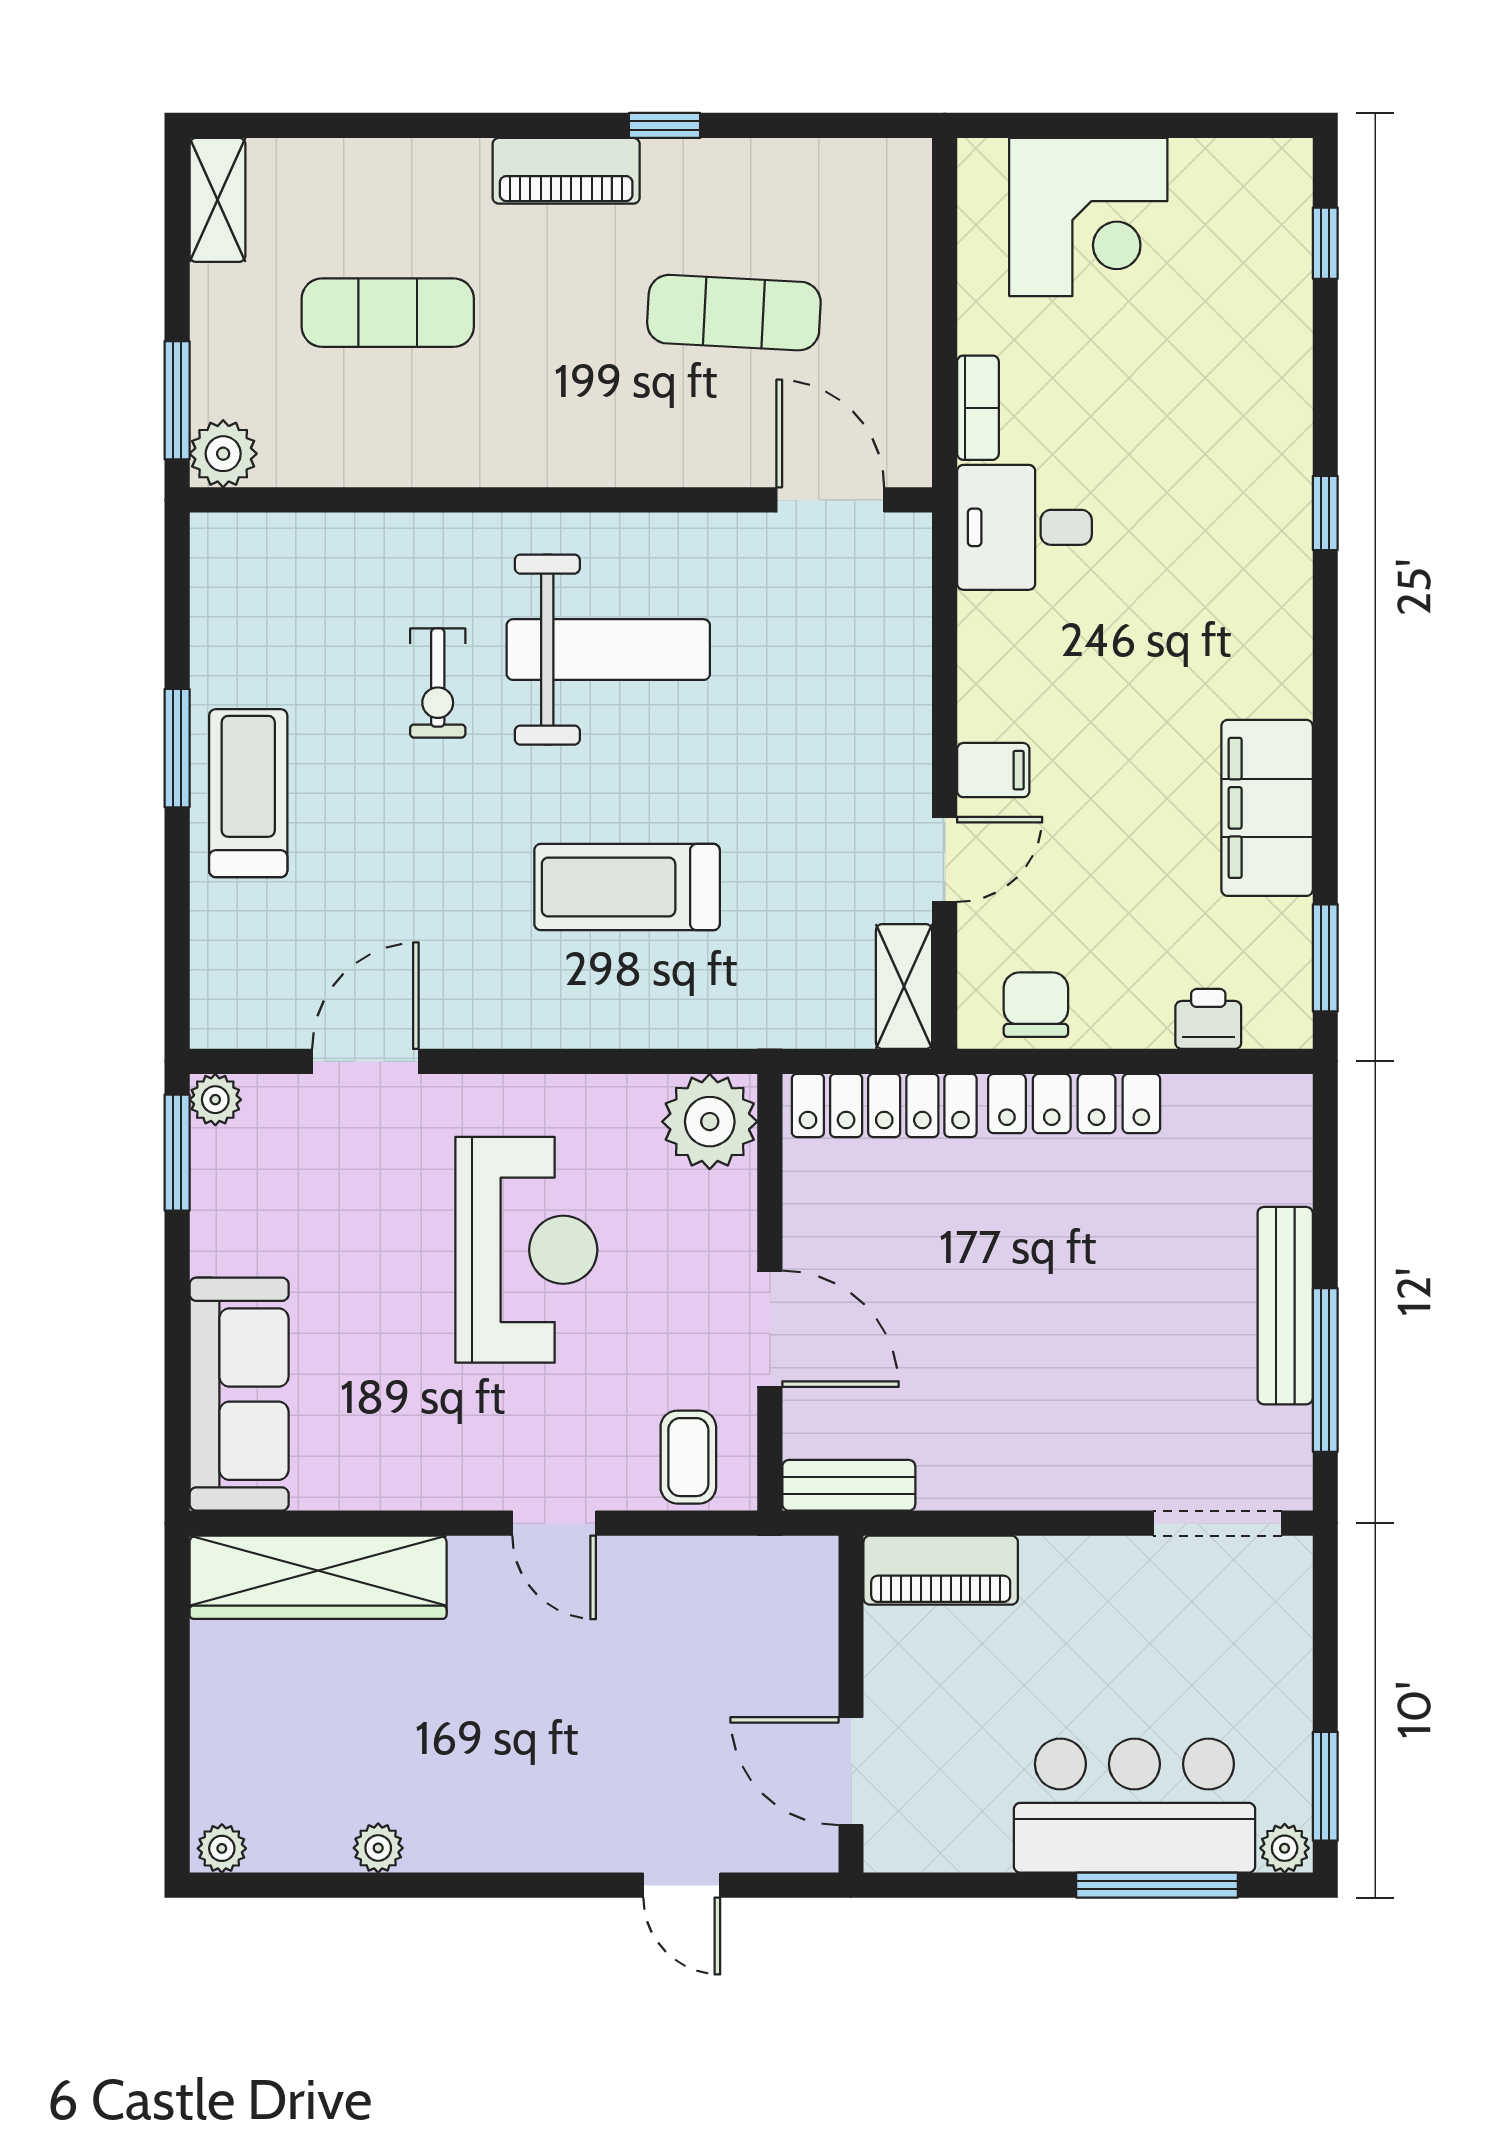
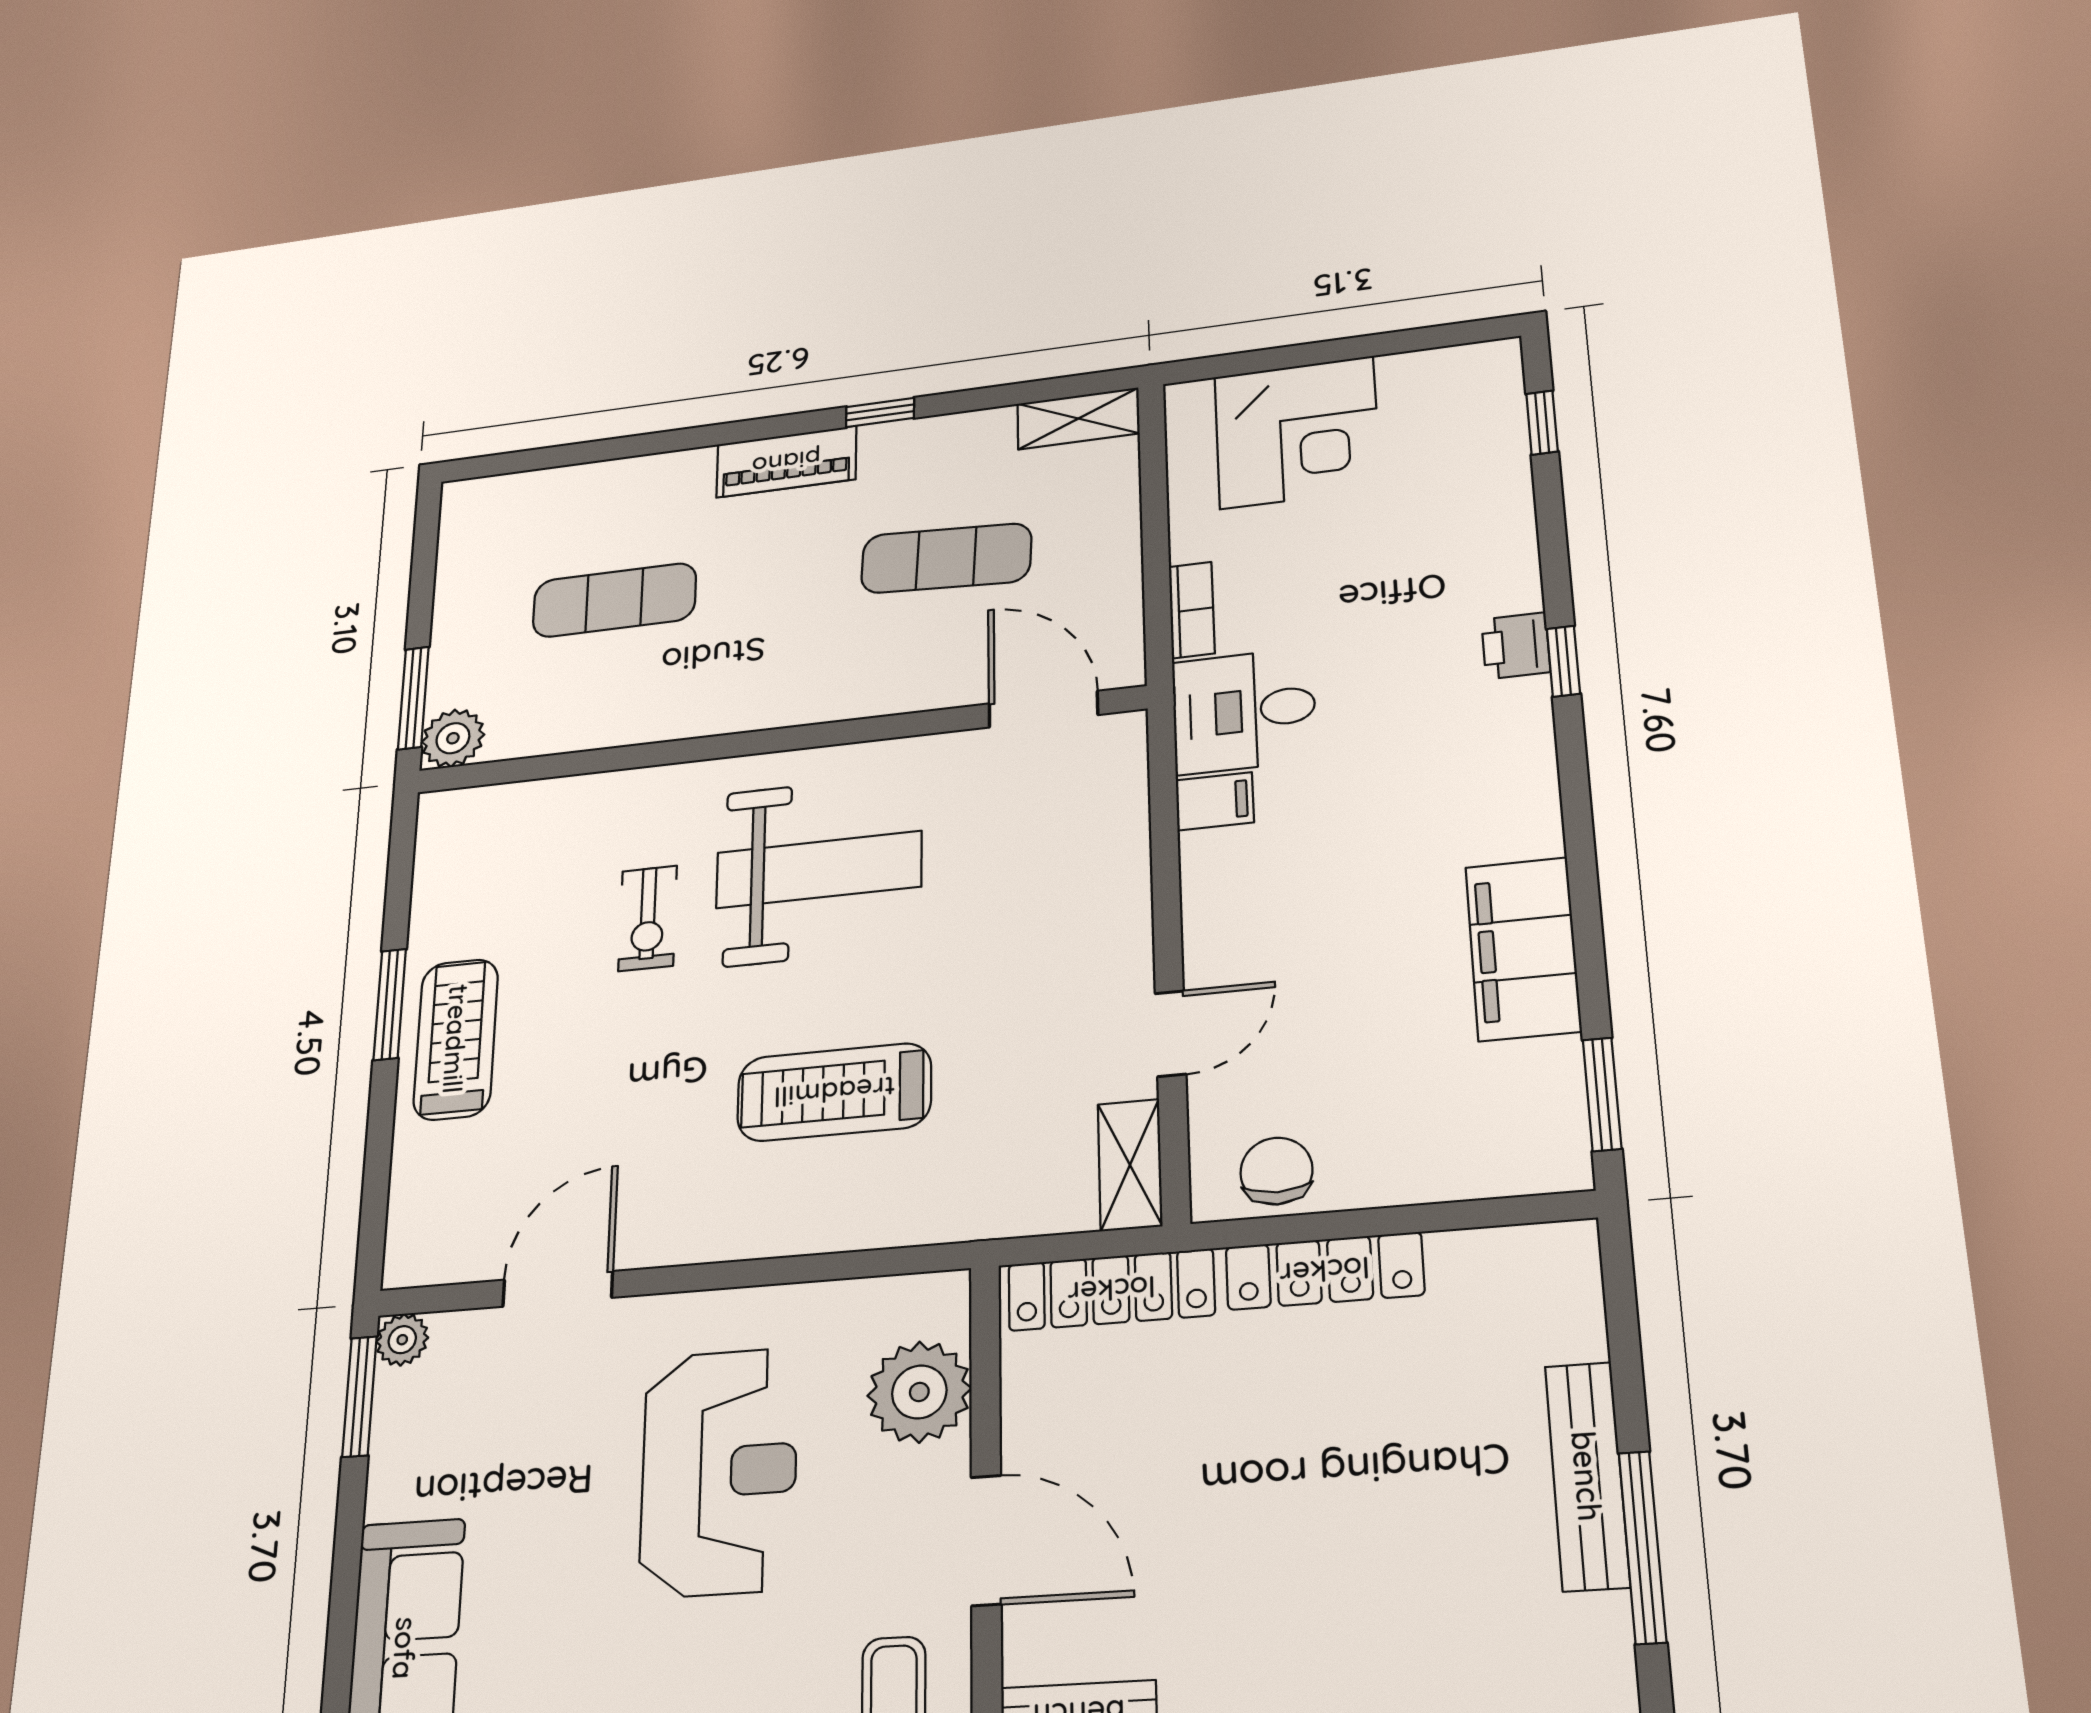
shelving: (217, 200) -> (1078, 419), moved, turned 90
filing cabinet: (993, 770) -> (1215, 801), moved
printer: (1208, 1019) -> (1516, 646), moved, turned -90
plant: (710, 1122) -> (919, 1392), moved

